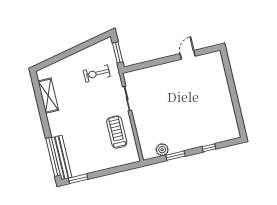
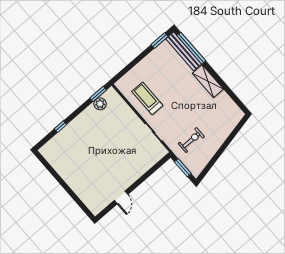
shelving: (48, 96) -> (208, 81), moved
treadmill: (117, 132) -> (147, 98), turned 180
window: (176, 156) -> (98, 94), moved

